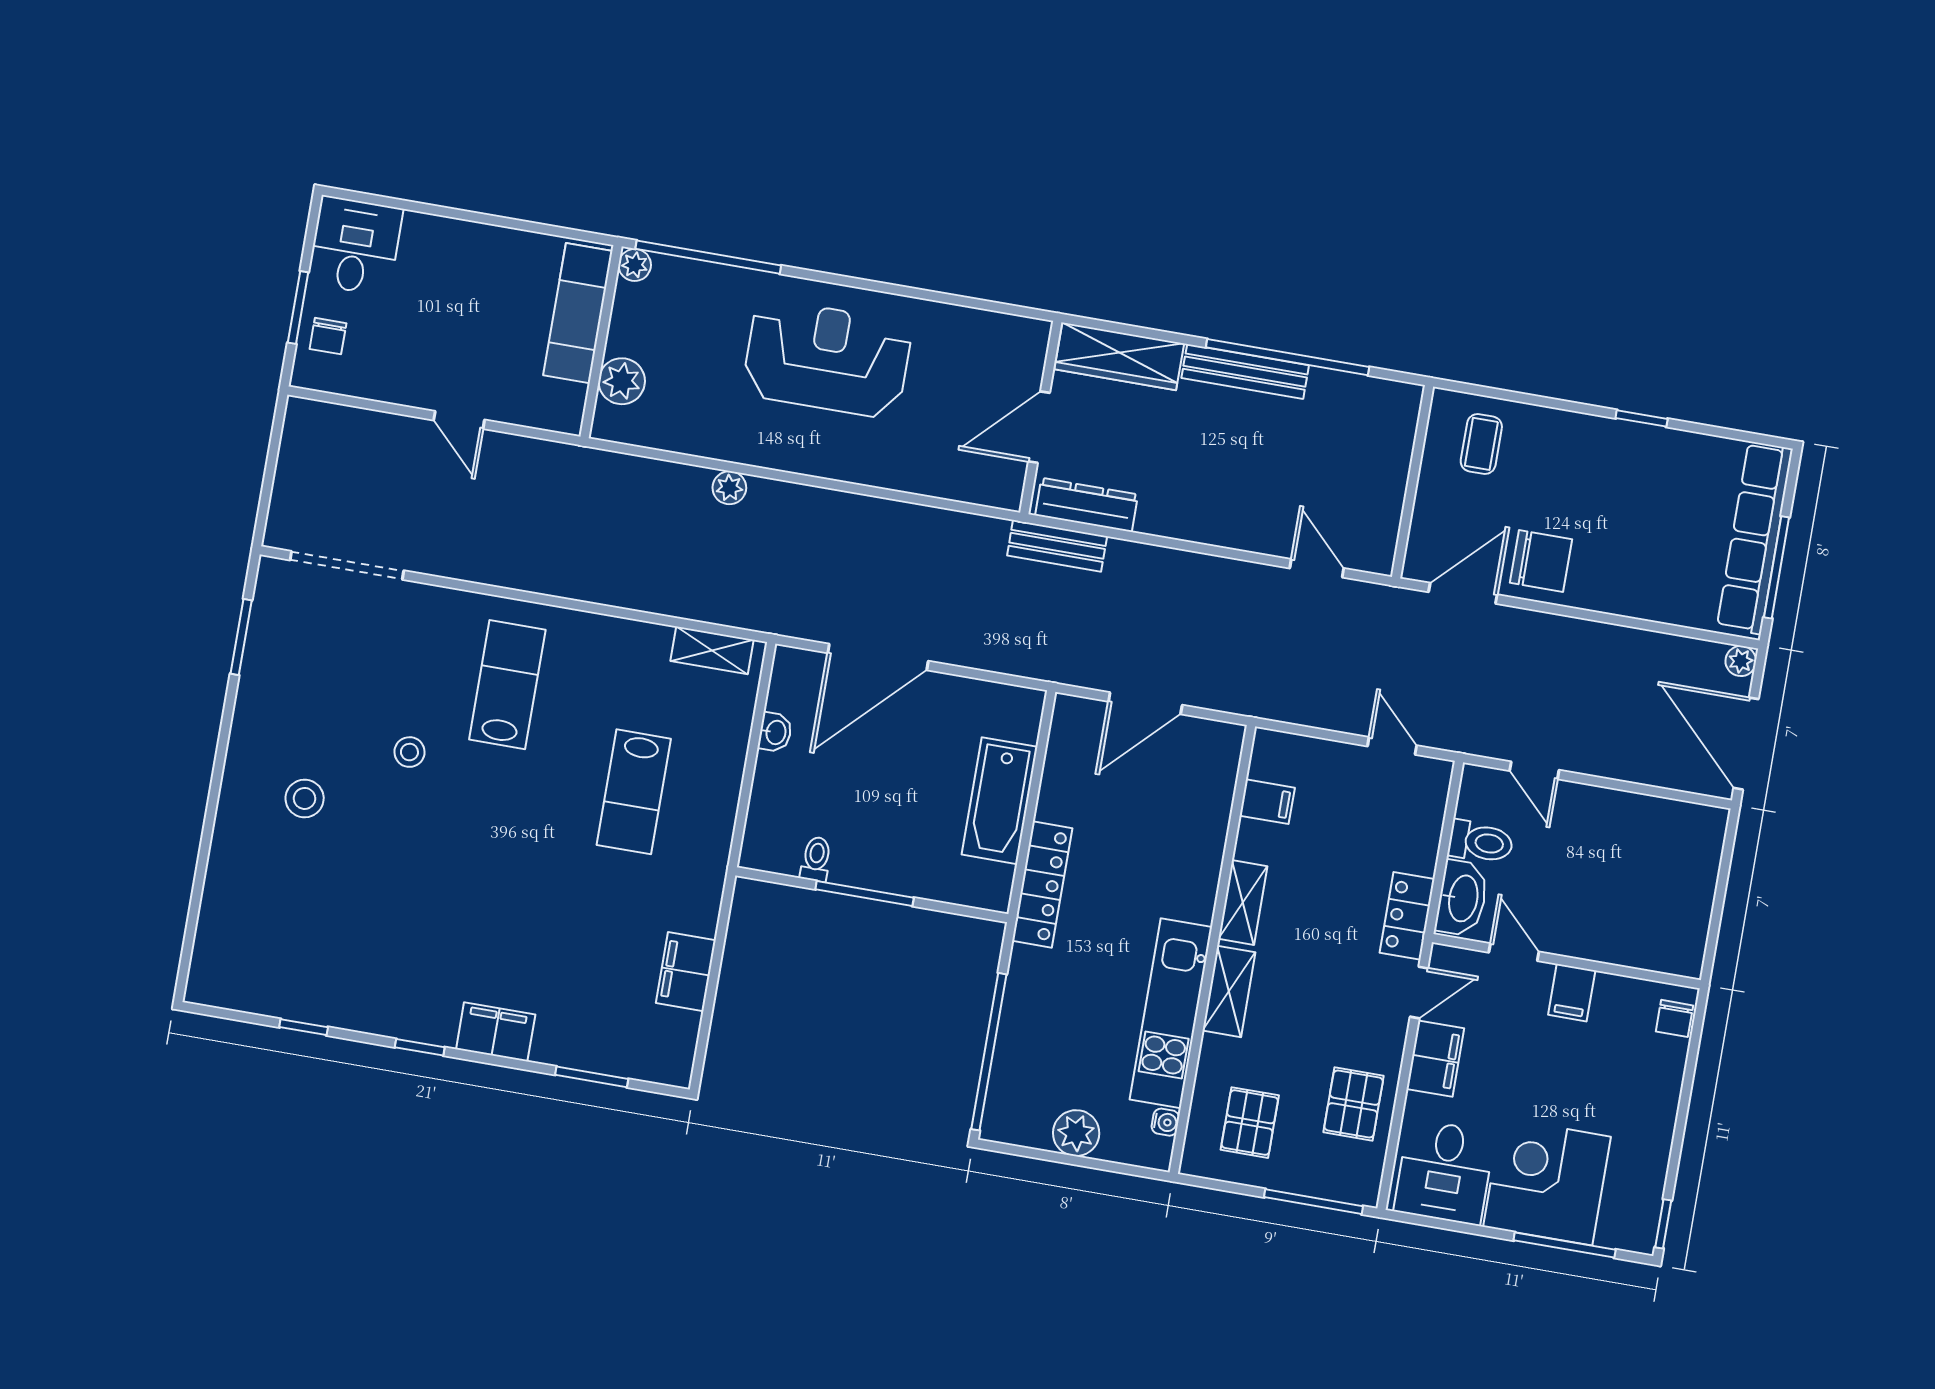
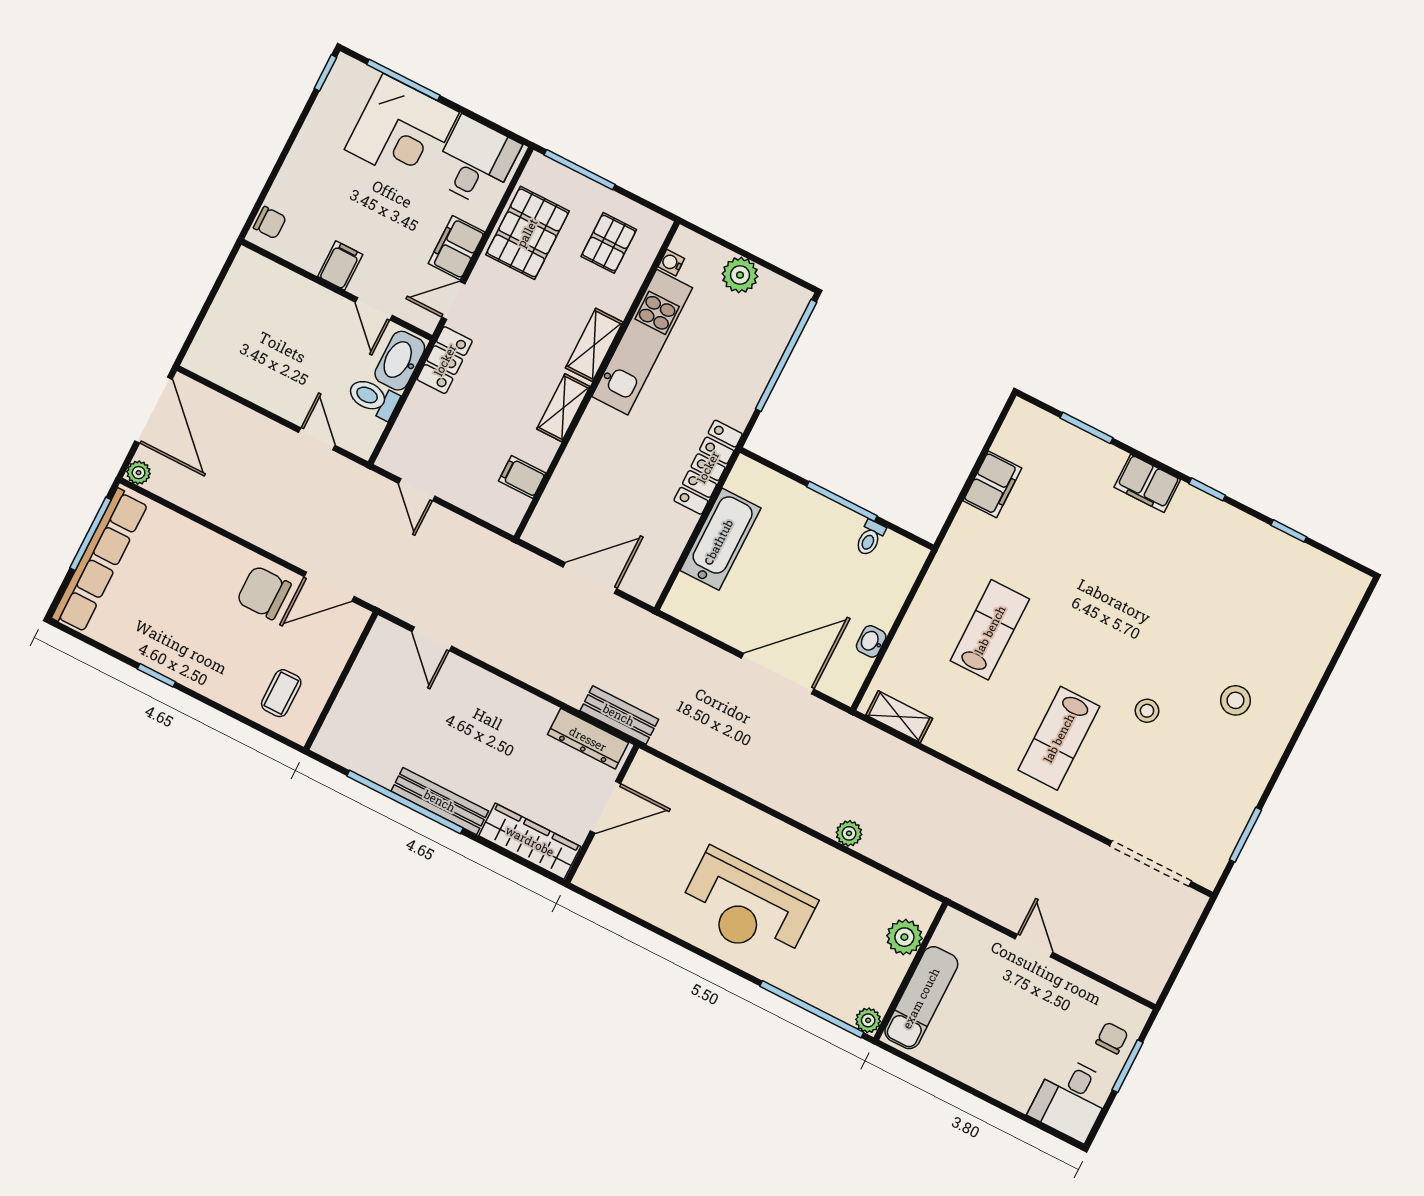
chair: (1674, 1018) -> (270, 223), turned 90
pallet: (1354, 1104) -> (527, 233), width x1.50, depth x1.42

